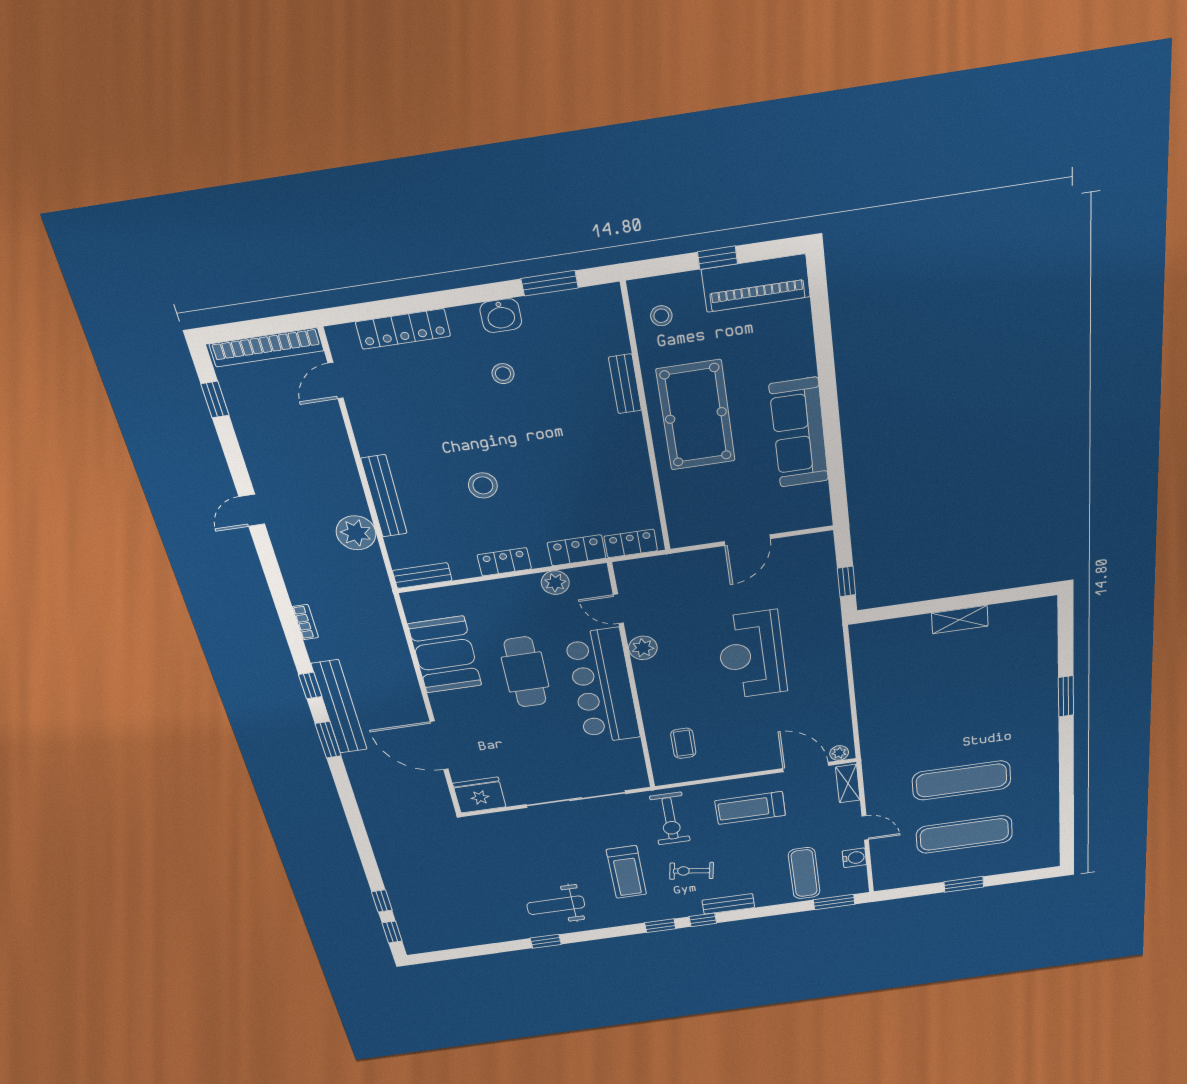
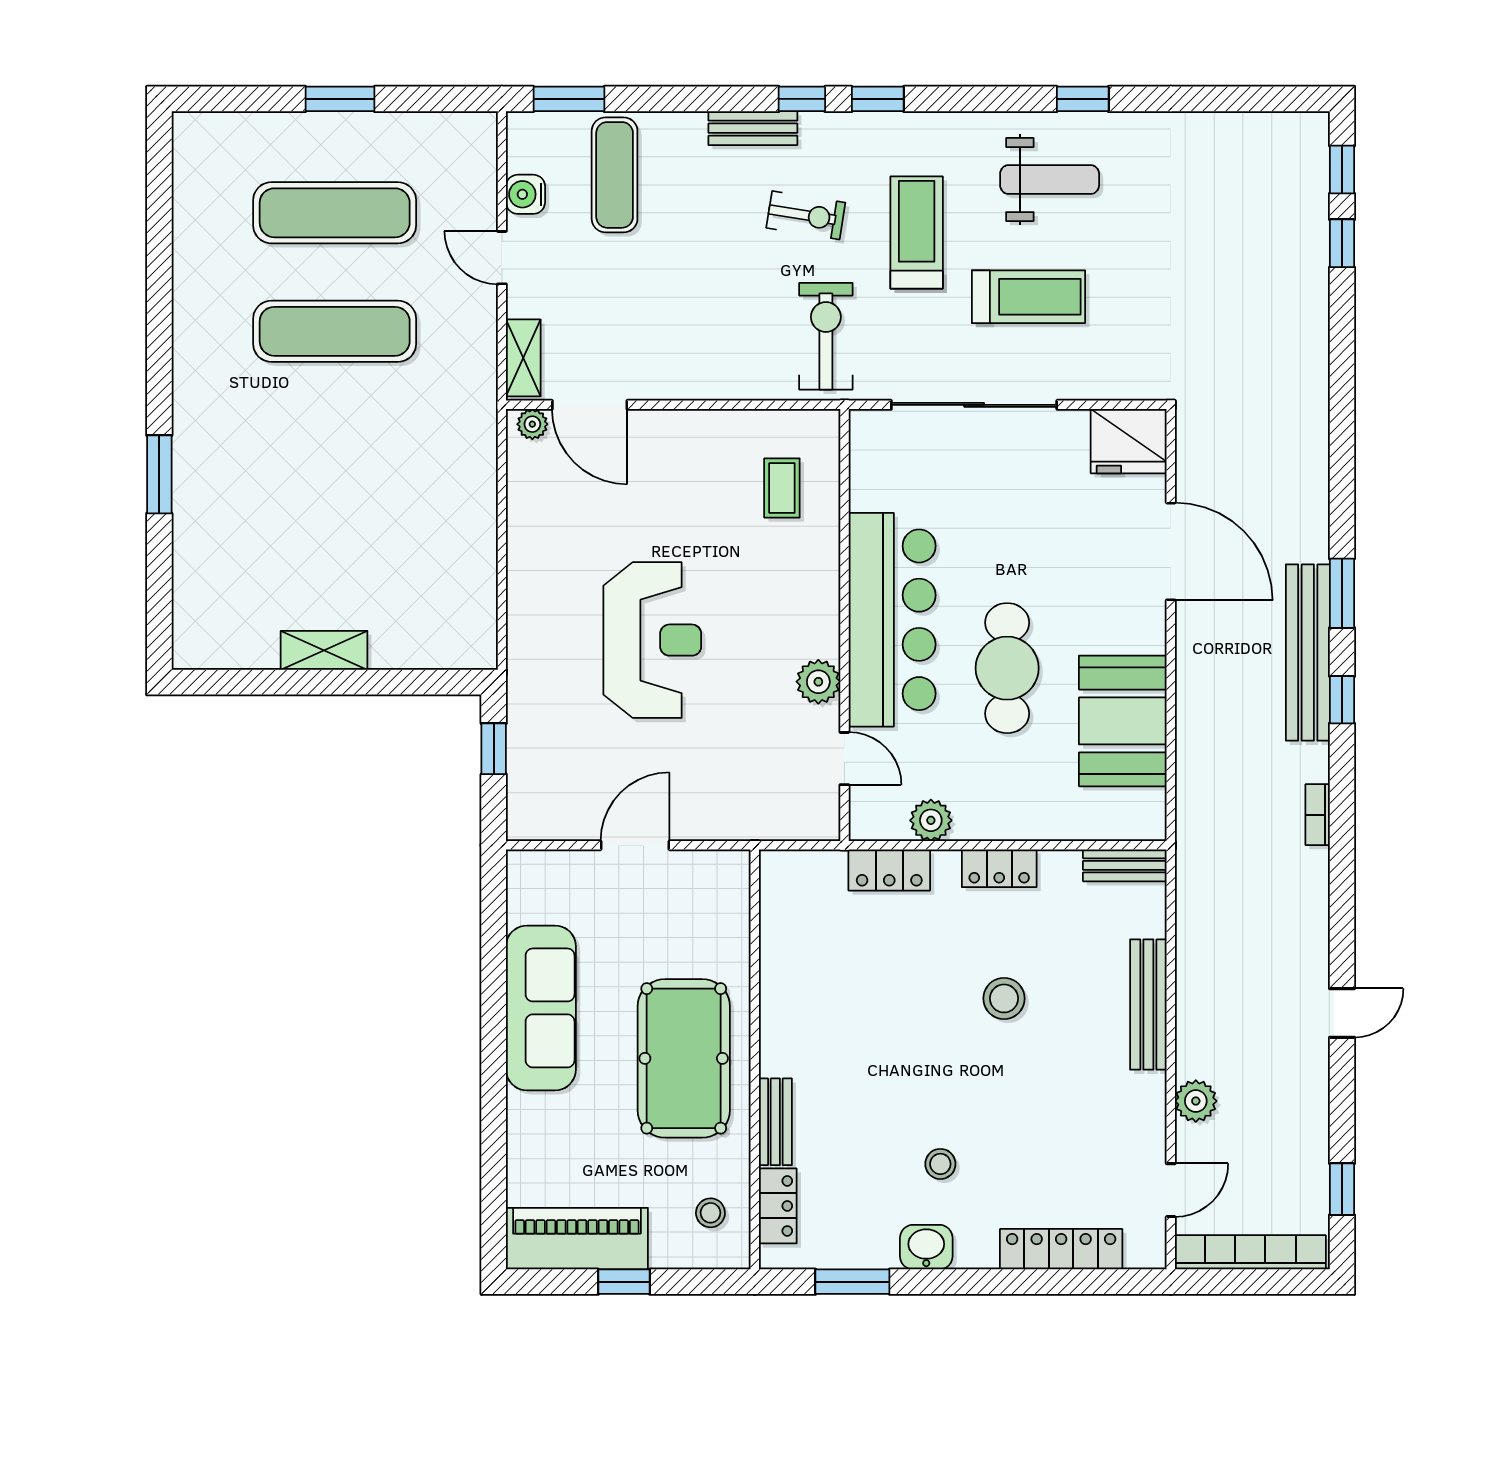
plant: (356, 533) -> (1196, 1101), moved, width x0.73, depth x0.73
locker: (631, 543) -> (778, 1206), moved, turned -90
treadmill: (750, 808) -> (1029, 297), moved

